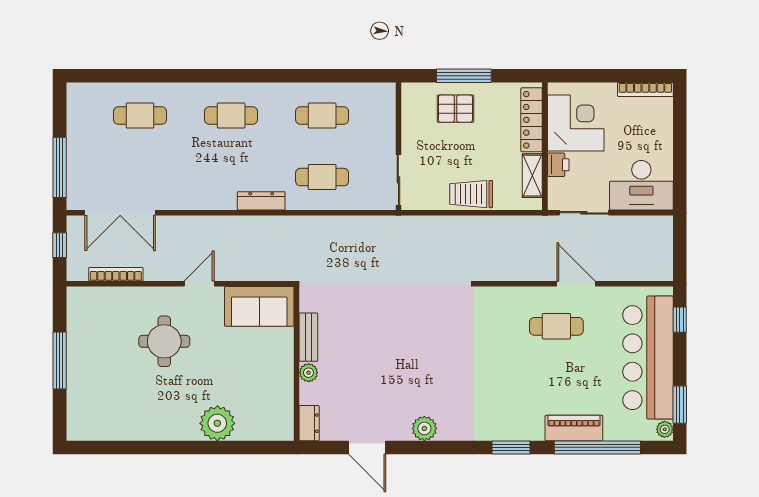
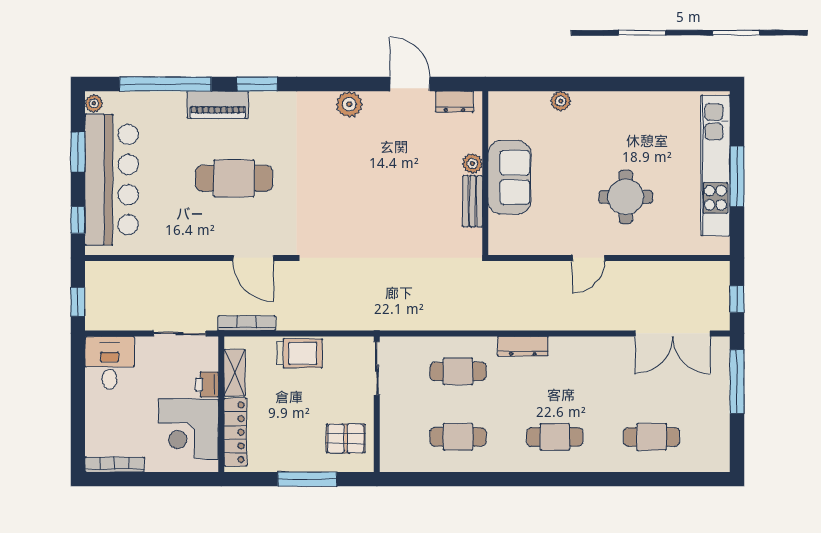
pallet: (455, 109) -> (346, 438), moved
desk: (641, 185) -> (110, 363), width x0.73
double door: (120, 213) -> (673, 333), swing flipped
window: (680, 243) -> (78, 302), added
bookcase: (116, 274) -> (247, 323), moved, turned 180
door: (576, 284) -> (253, 258), moved
sofa: (259, 306) -> (509, 177), moved, turned 90
cafe table: (556, 326) -> (234, 178), moved, width x1.37, depth x1.35
kitchen unit: (80, 371) -> (715, 165), added
window: (680, 405) -> (78, 152), moved
plant: (217, 423) -> (561, 101), width x0.53, depth x0.53
dresser: (309, 423) -> (454, 102), moved, turned -90
piano: (574, 428) -> (218, 105), moved

